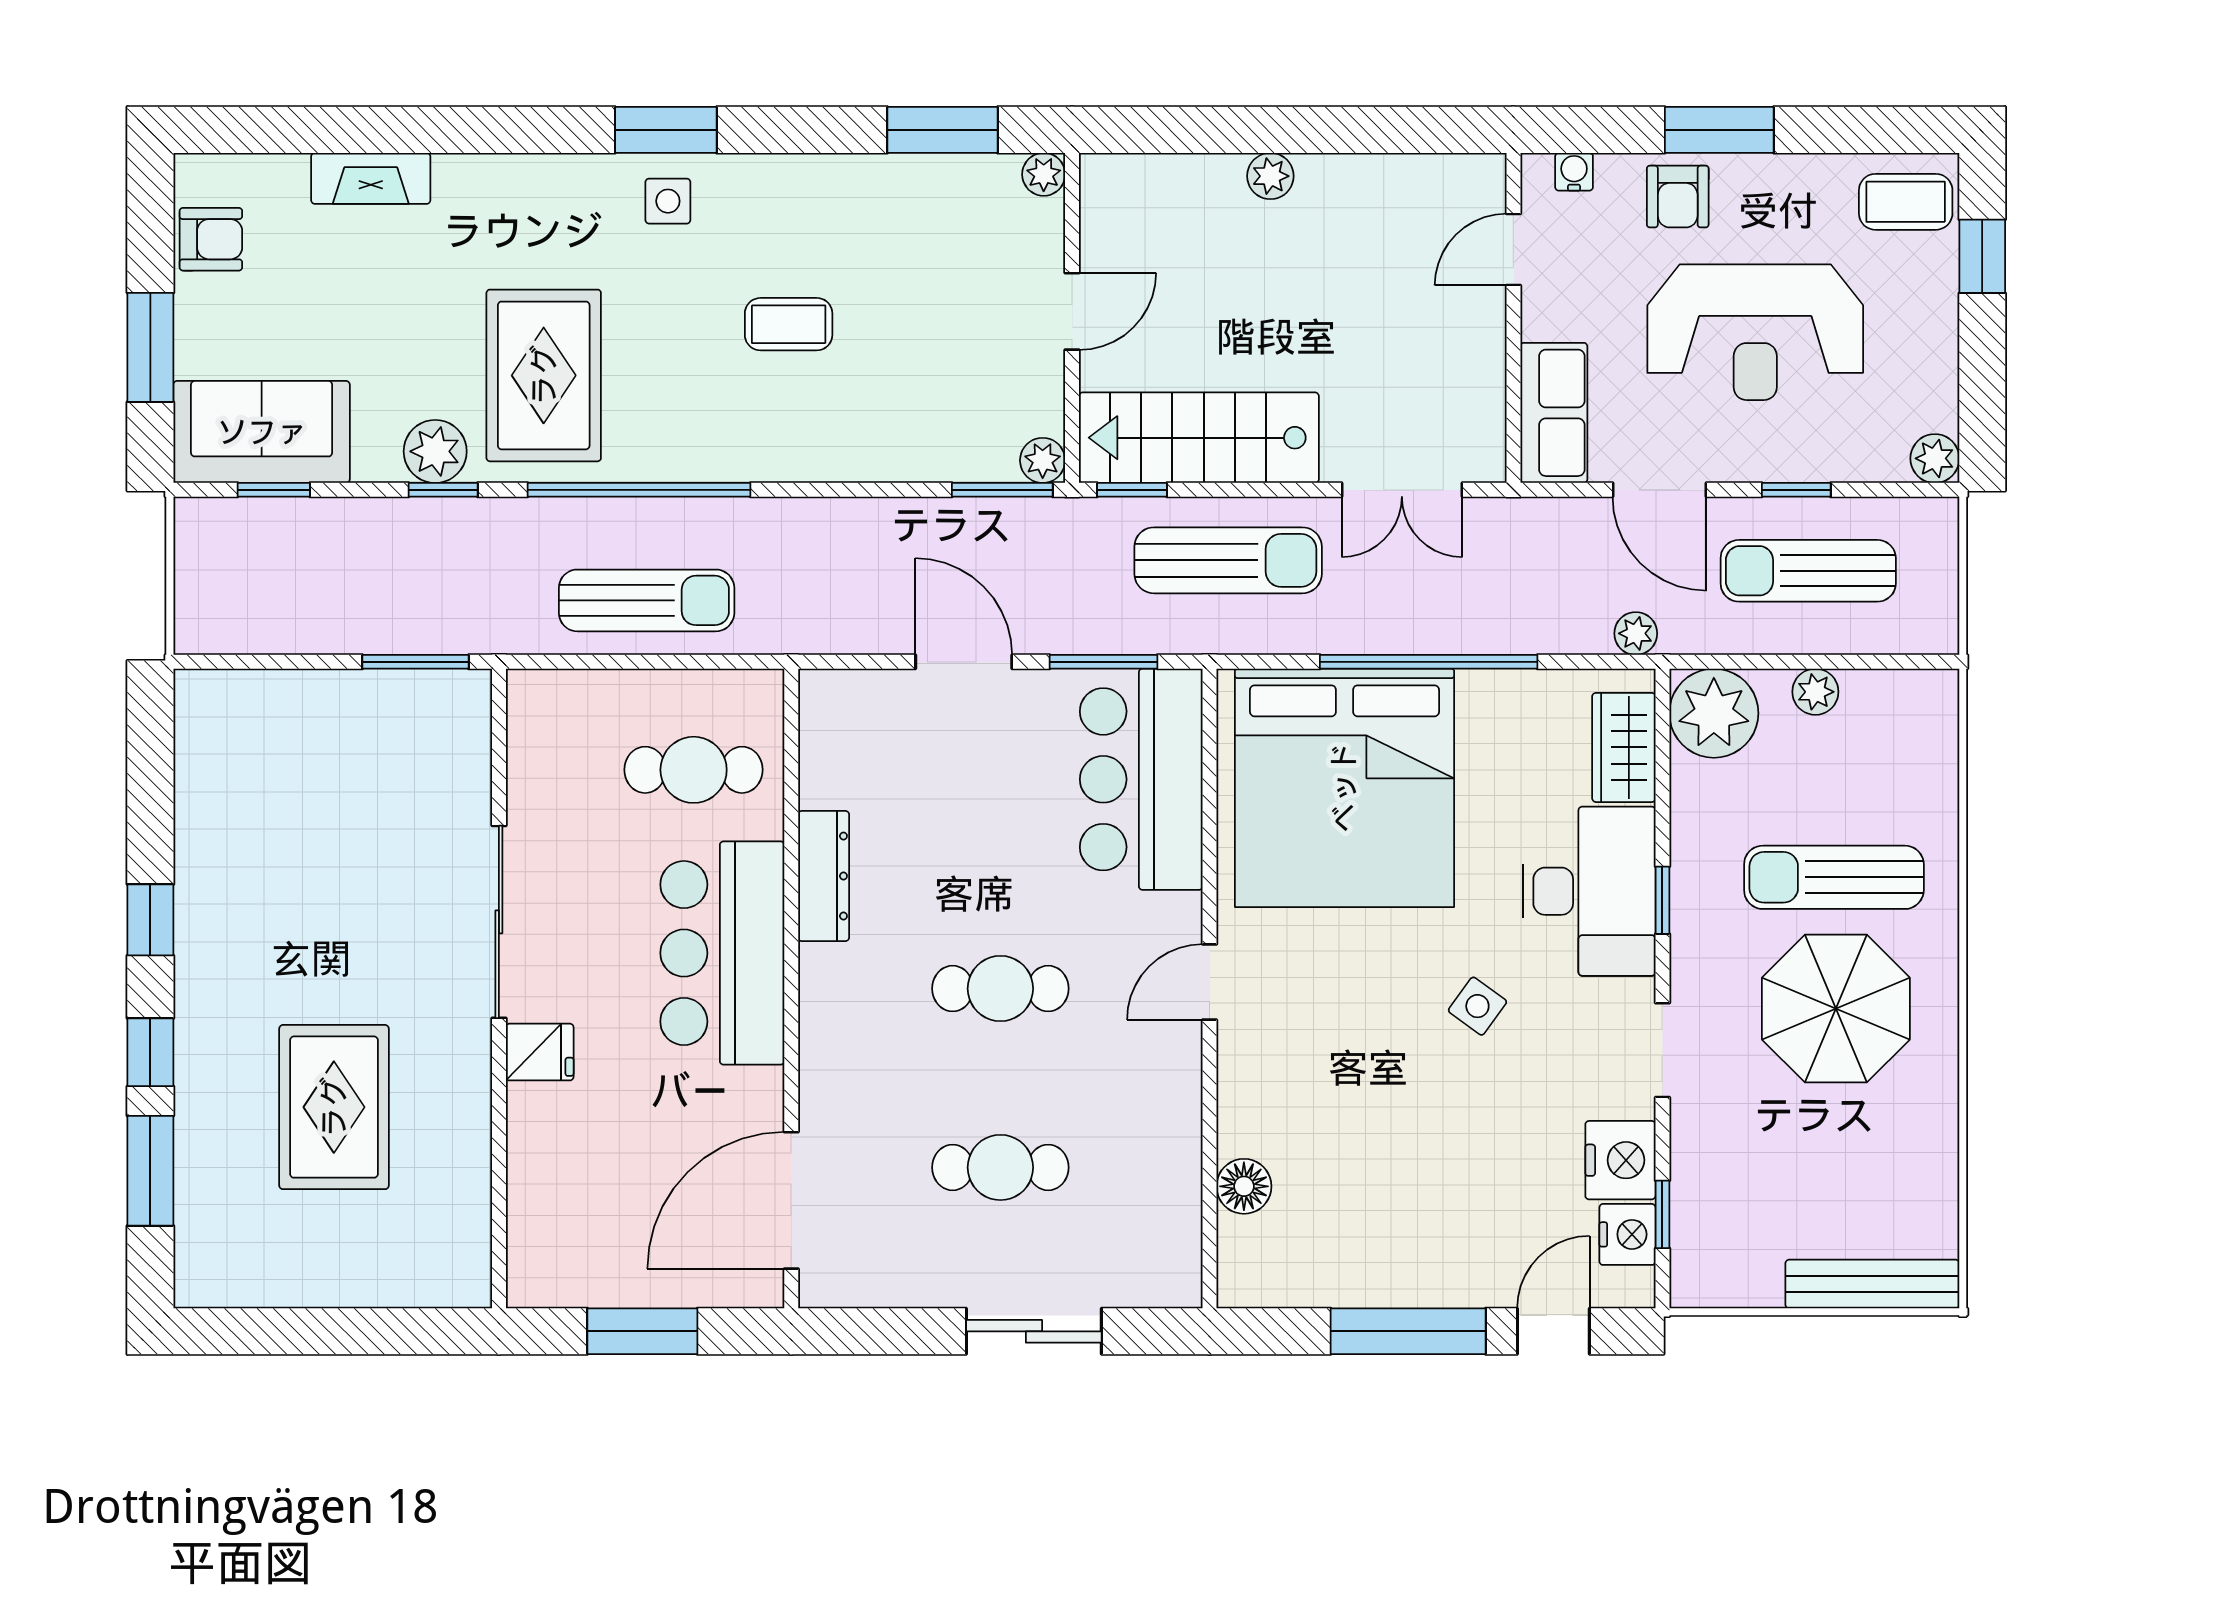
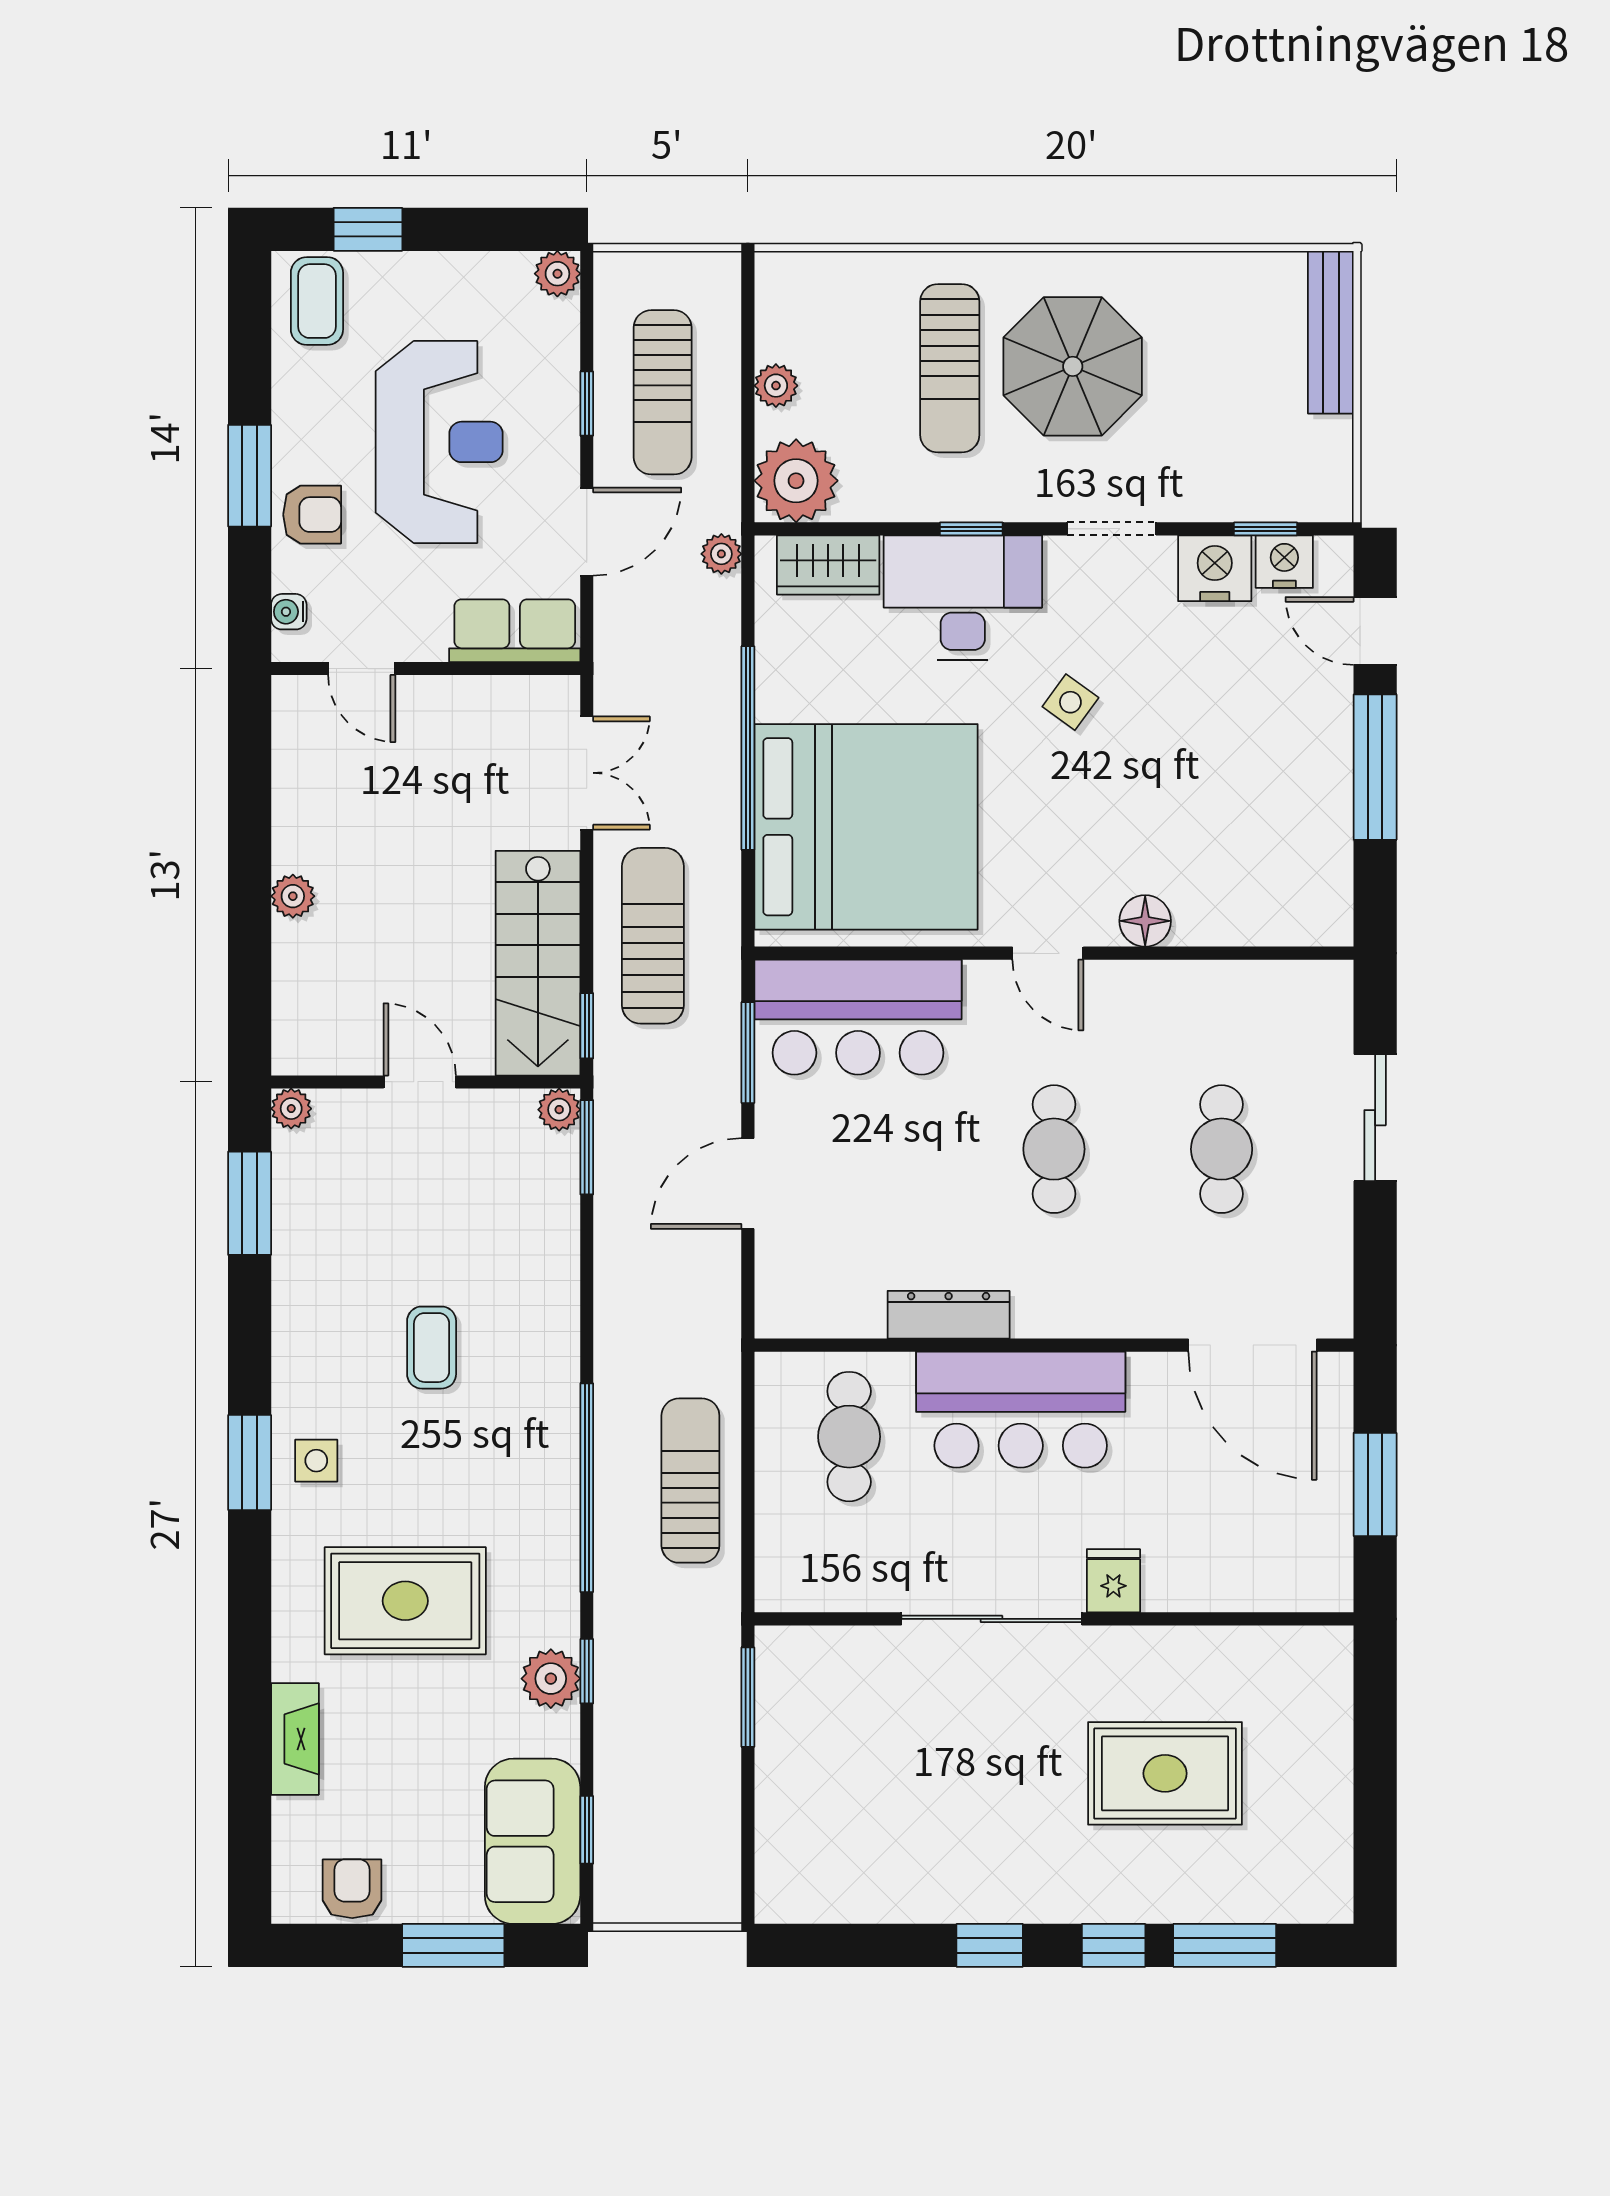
rug: (544, 375) -> (405, 1601), moved
floor lamp: (1244, 1186) -> (1145, 921), moved

